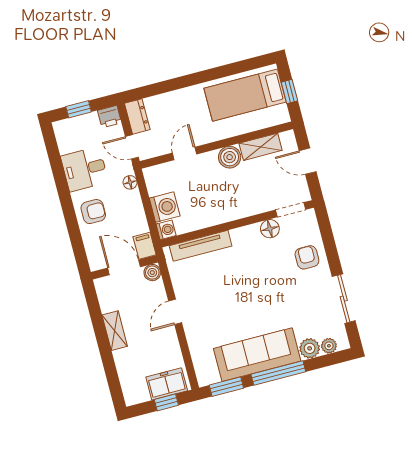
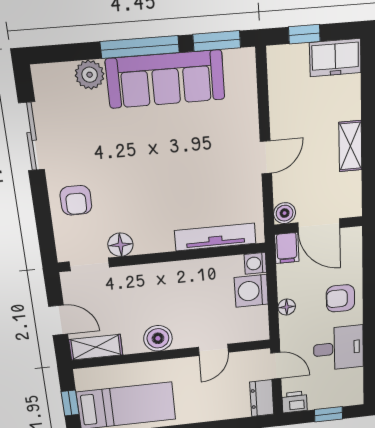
shelving: (261, 147) -> (96, 347), moved
floor lamp: (130, 182) -> (287, 307), moved
plant: (329, 346) -> (61, 73), removed
freezer: (167, 384) -> (335, 58), moved

